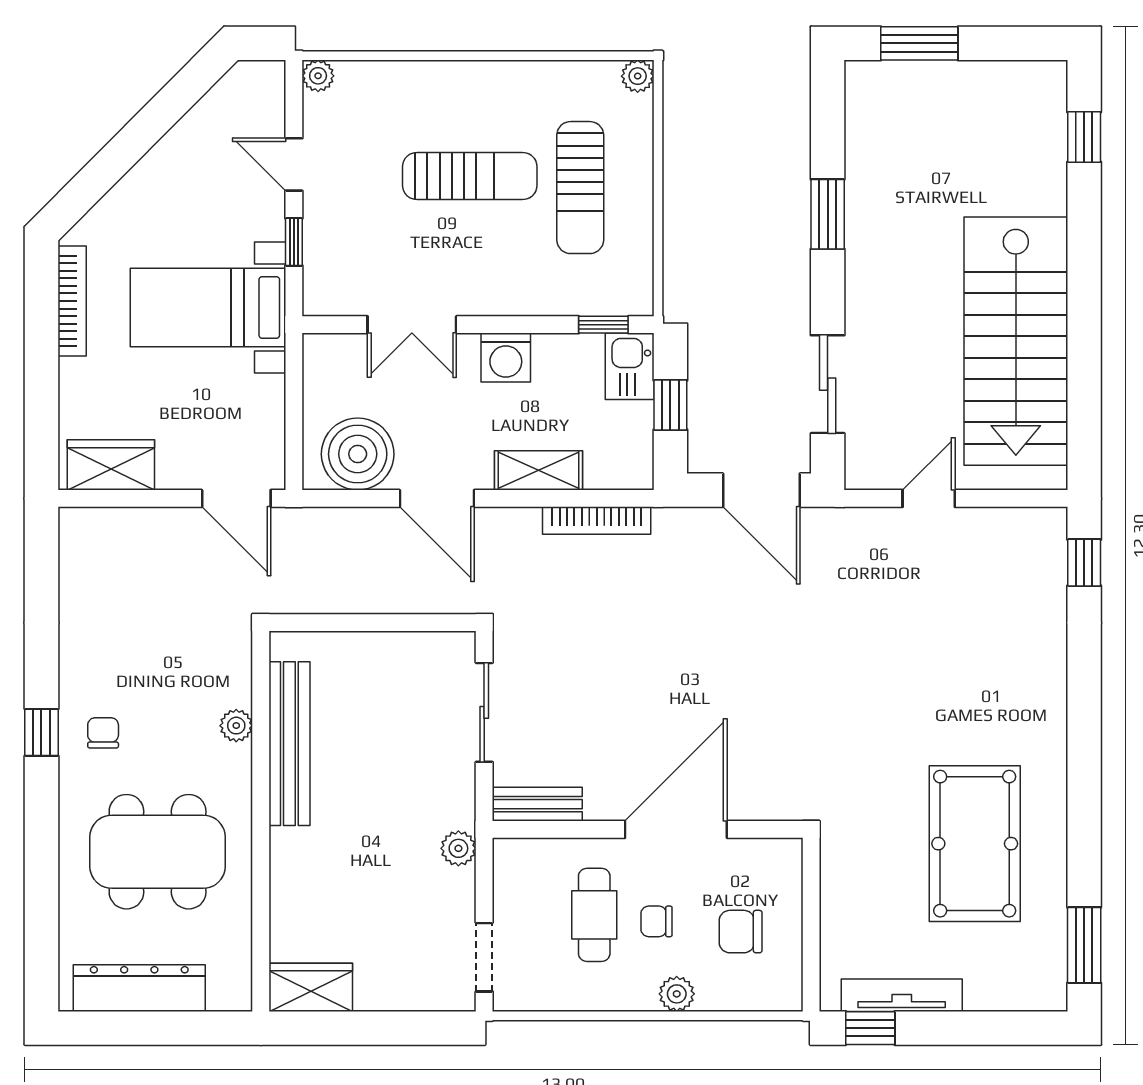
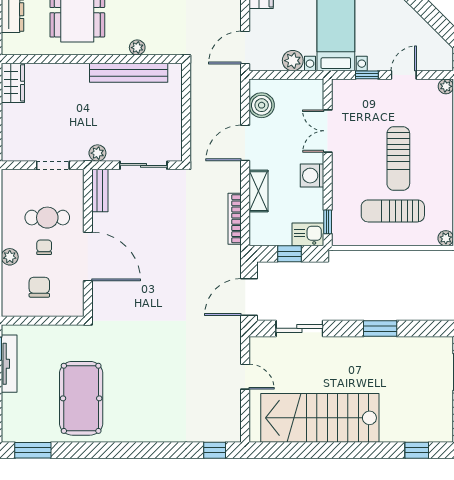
plant: (264, 398) -> (293, 61), added
boiler: (358, 454) -> (262, 105), width x0.73, depth x0.73
pool table: (975, 844) -> (81, 398), turned 90
plant: (458, 848) -> (97, 153), moved
doorway: (484, 957) -> (53, 165), moved

